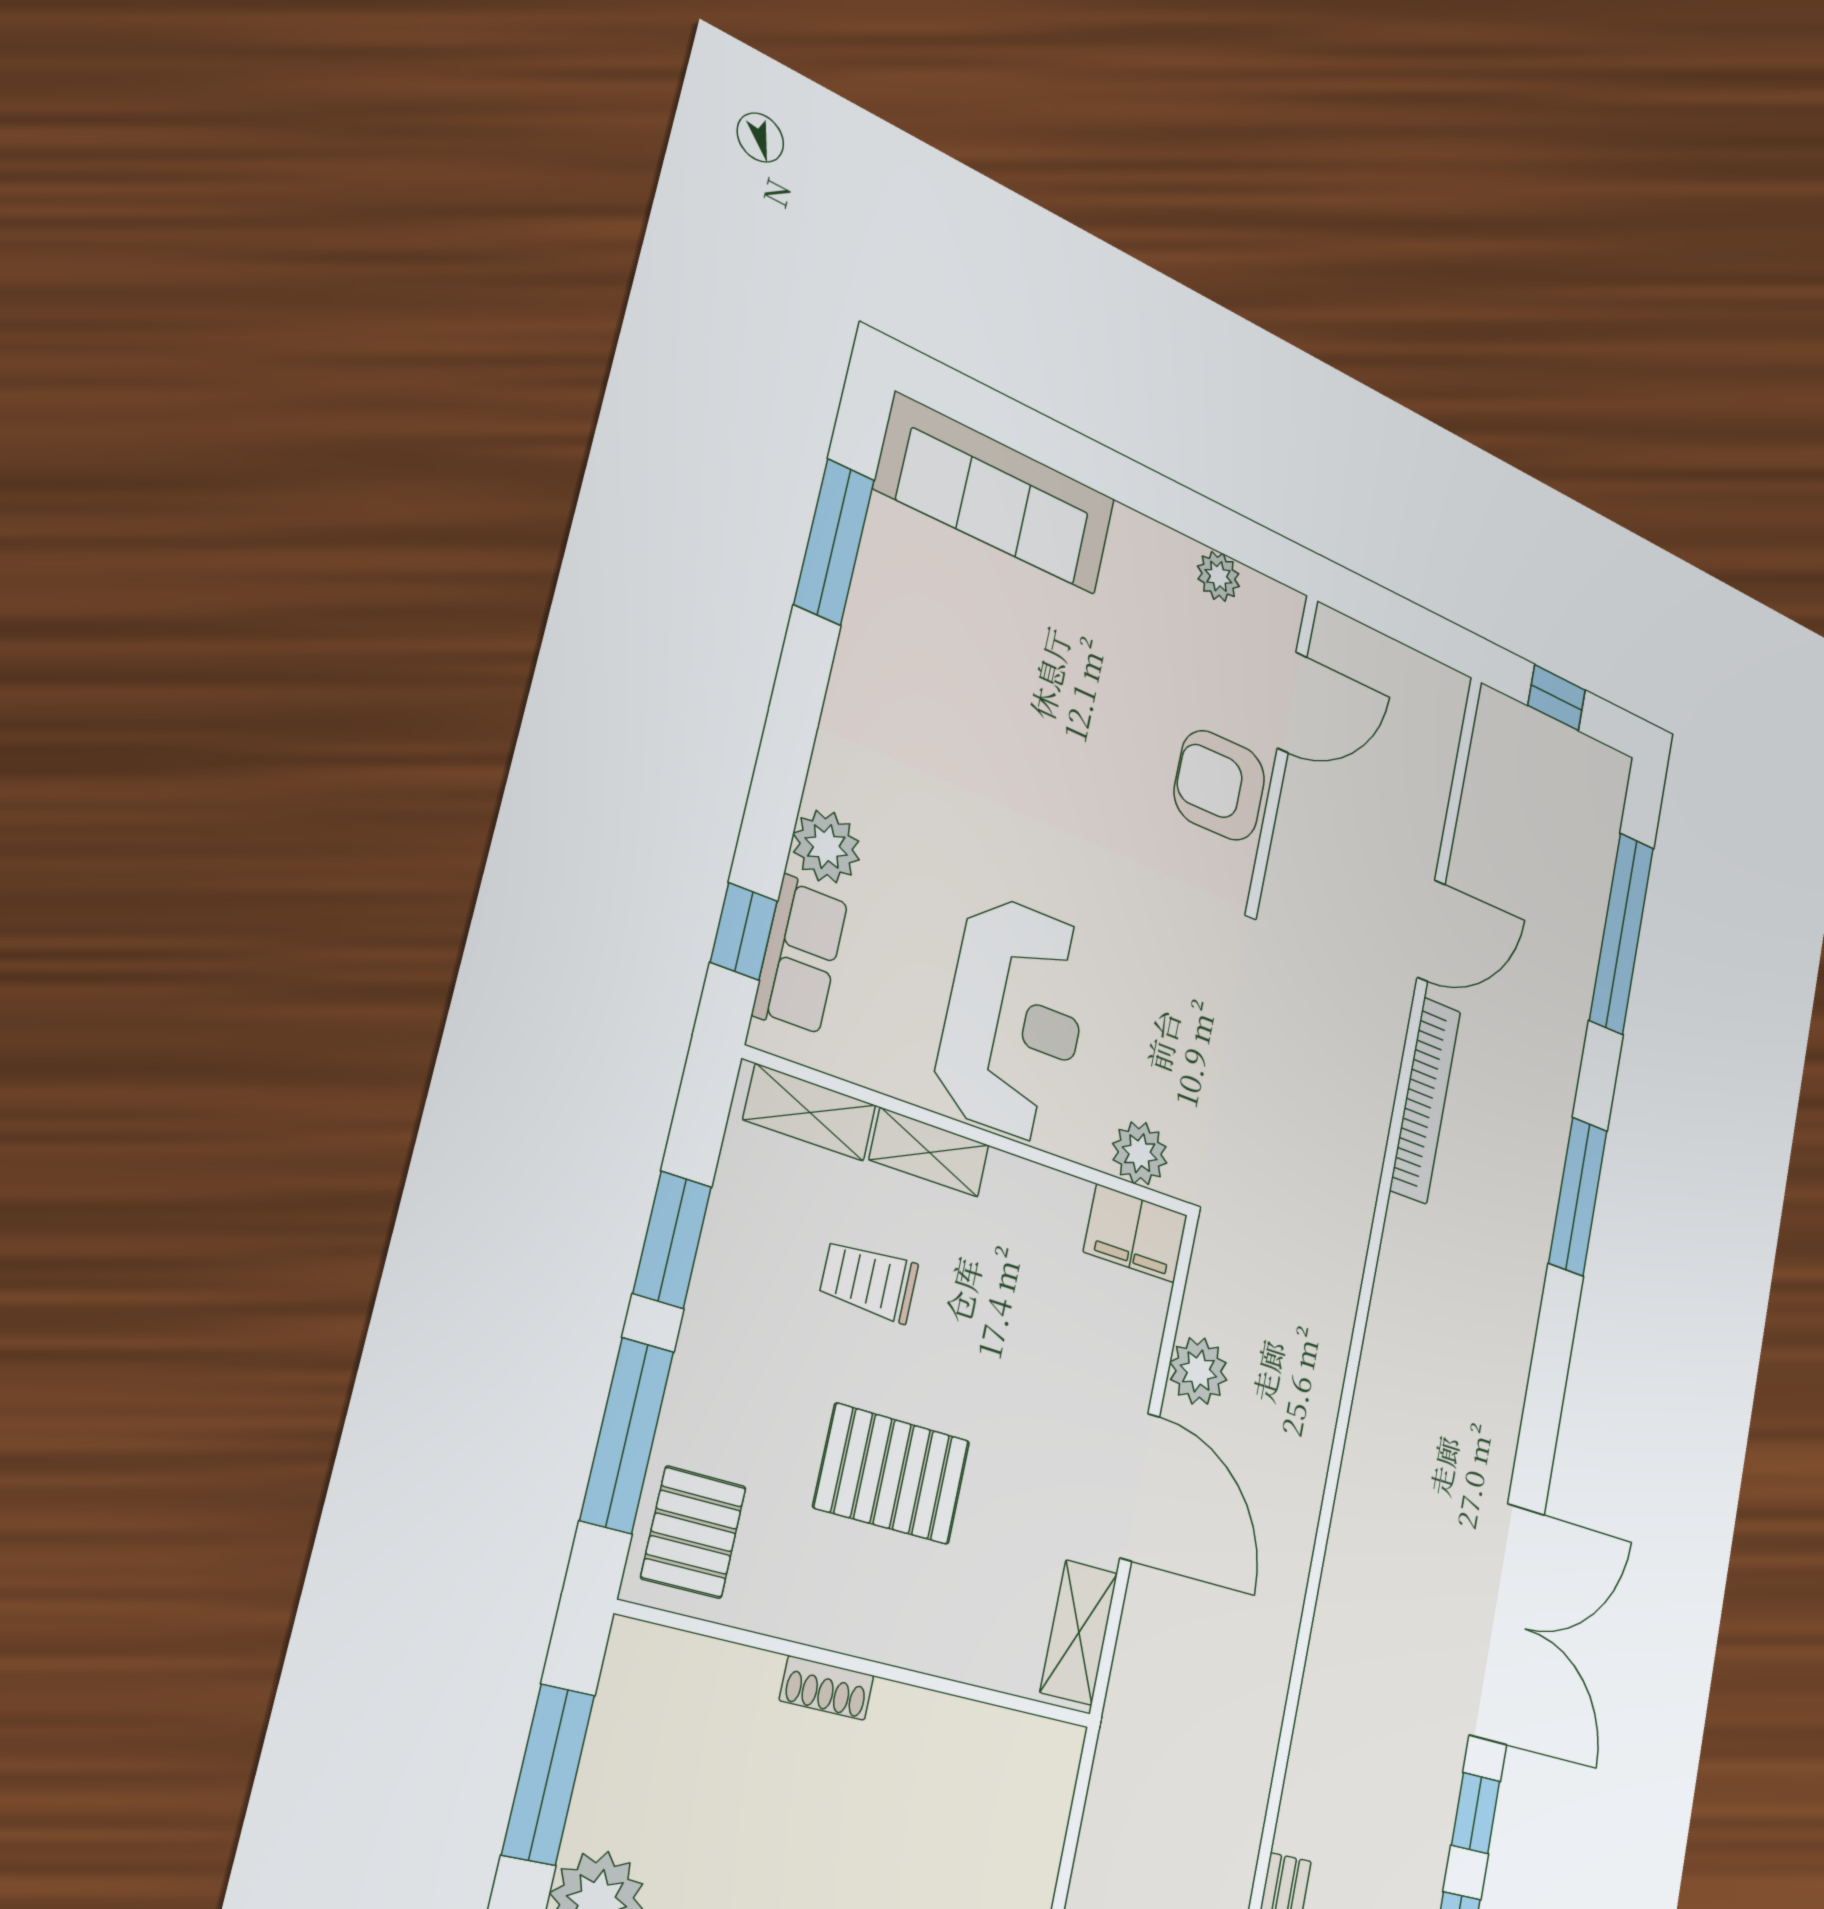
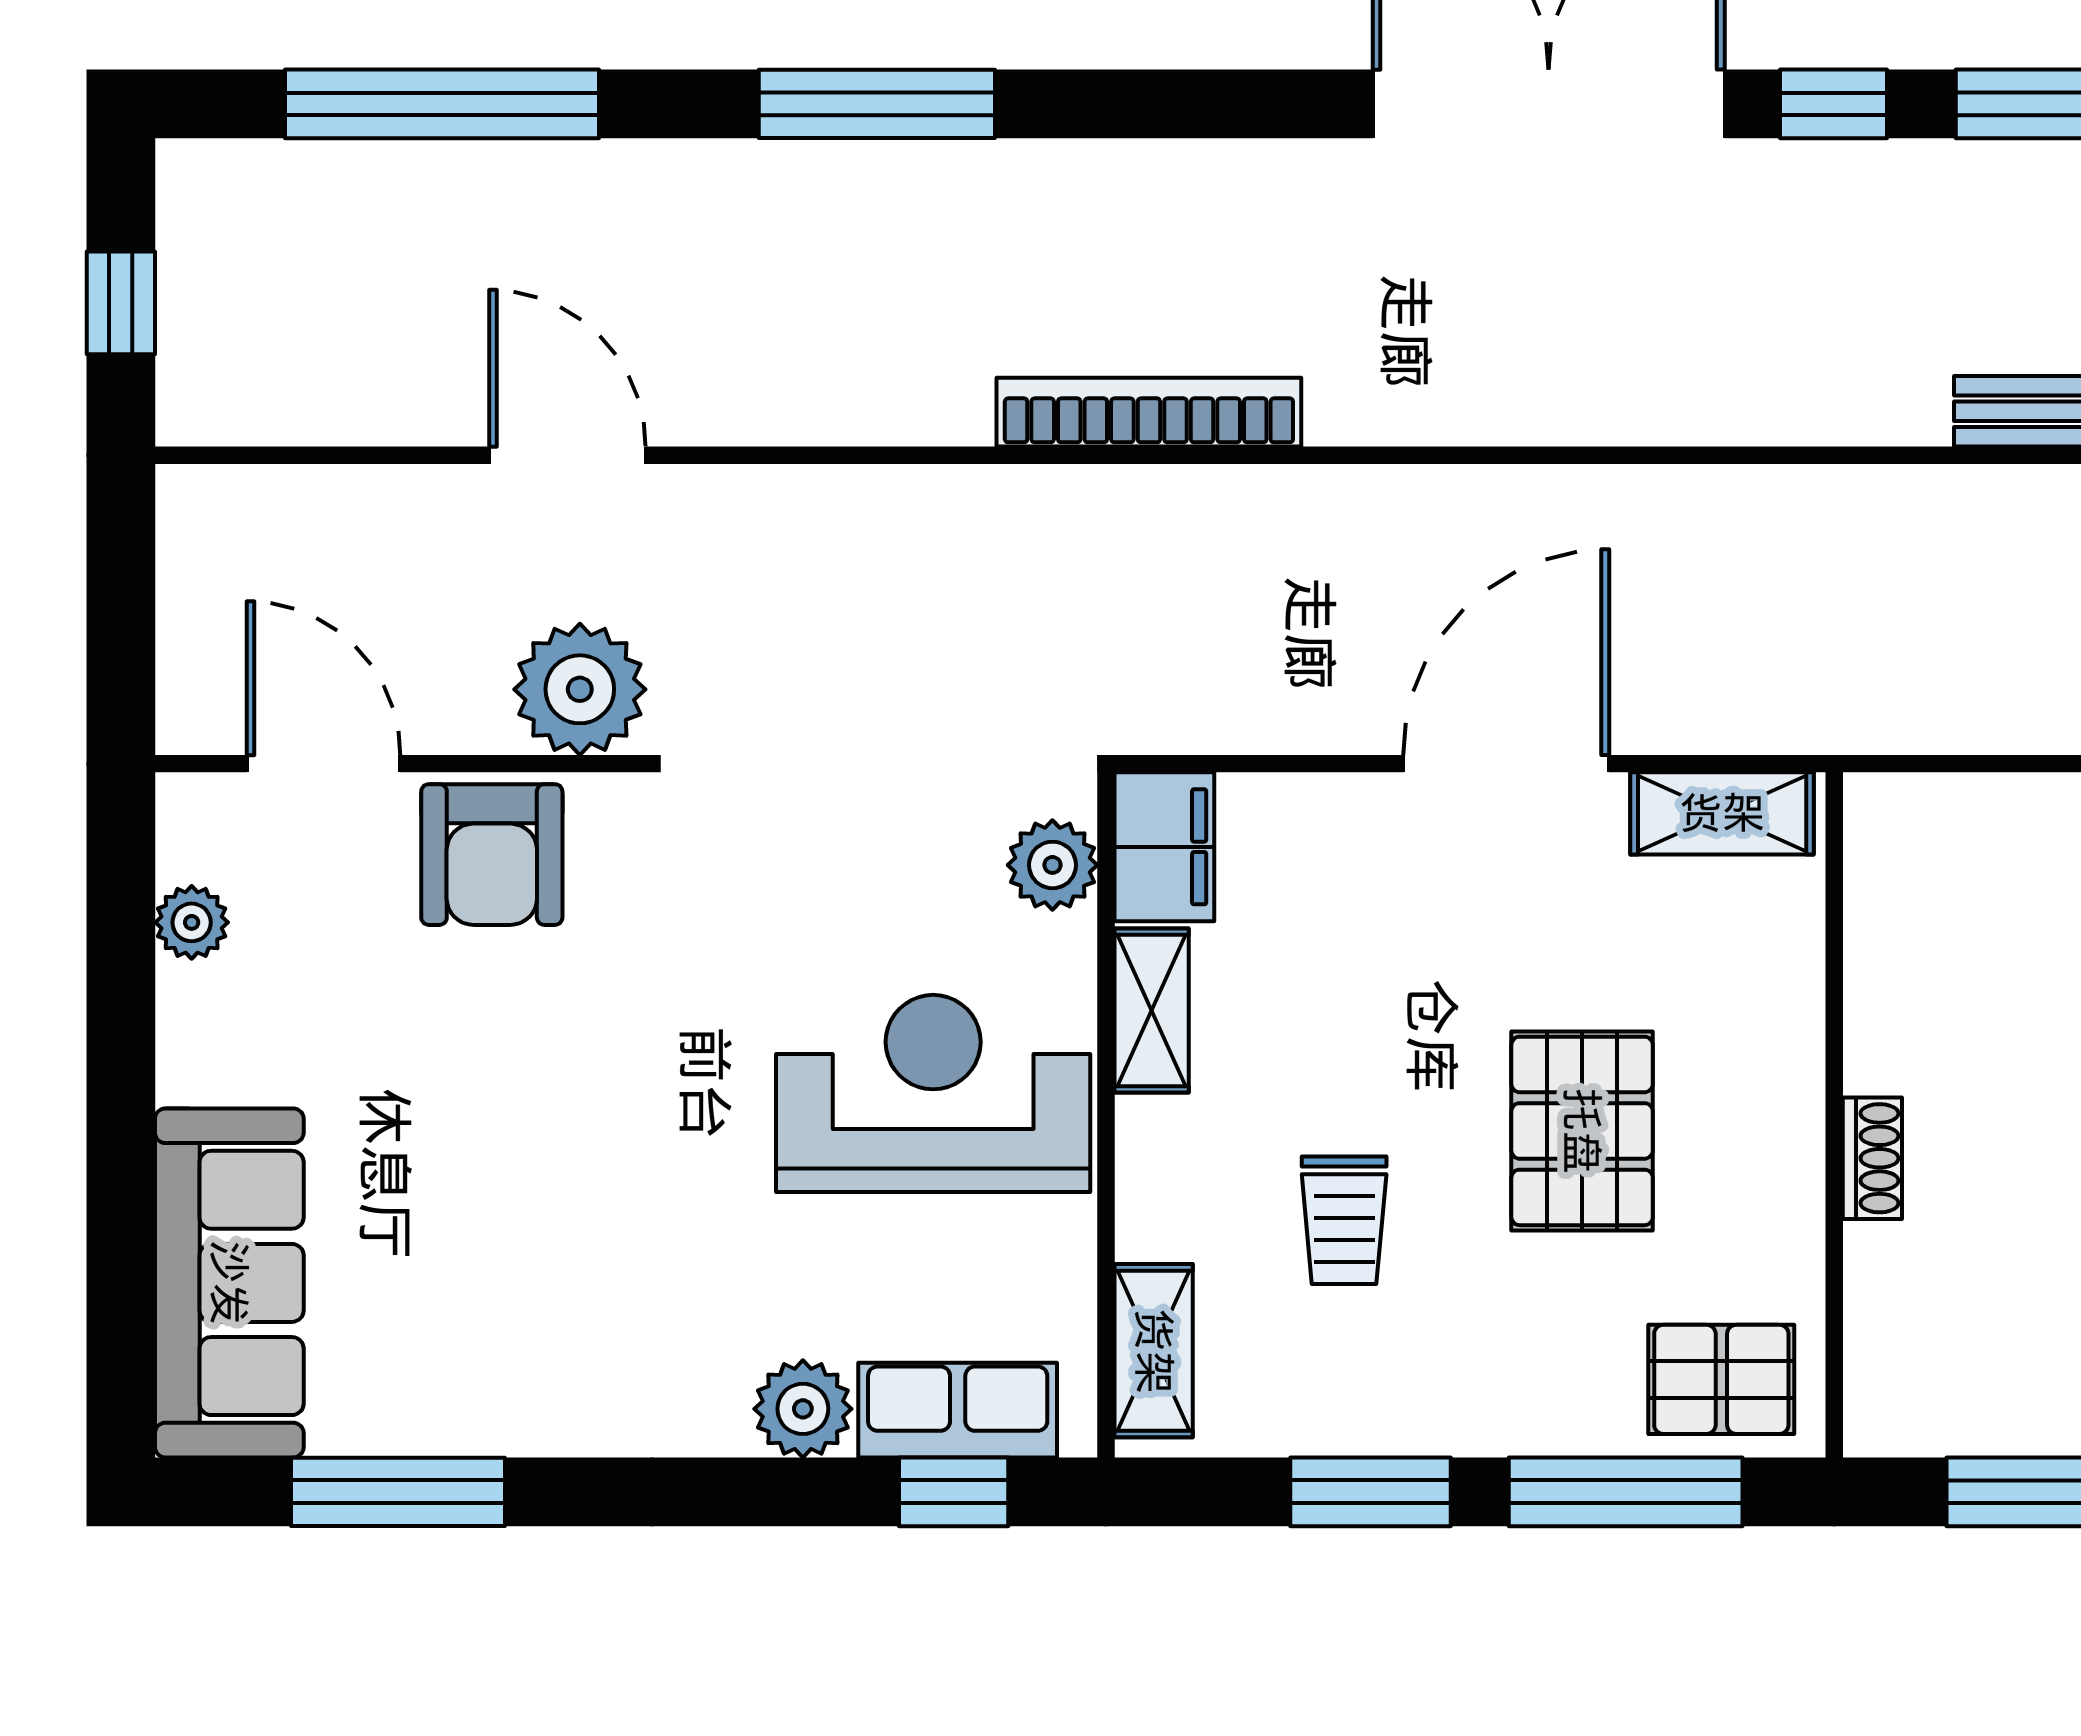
bookcase: (1425, 1100) -> (1149, 412), moved
shelving: (929, 1152) -> (1152, 1011), moved
plant: (1198, 1371) -> (580, 689), moved, width x1.36, depth x1.36

